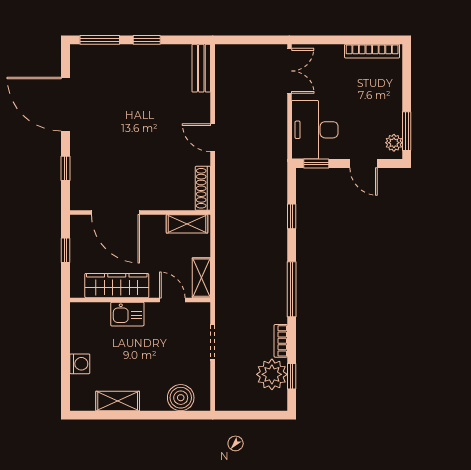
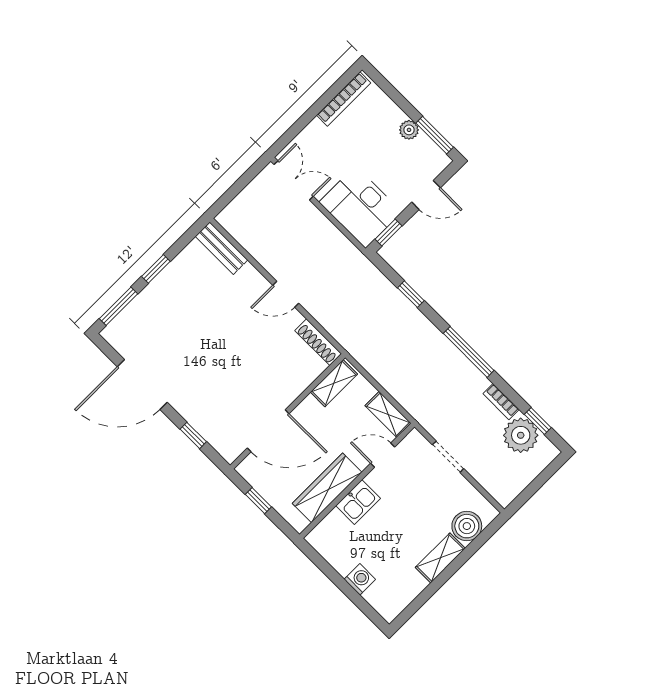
plant: (394, 143) -> (409, 130), moved
shelving: (118, 401) -> (440, 558), moved

